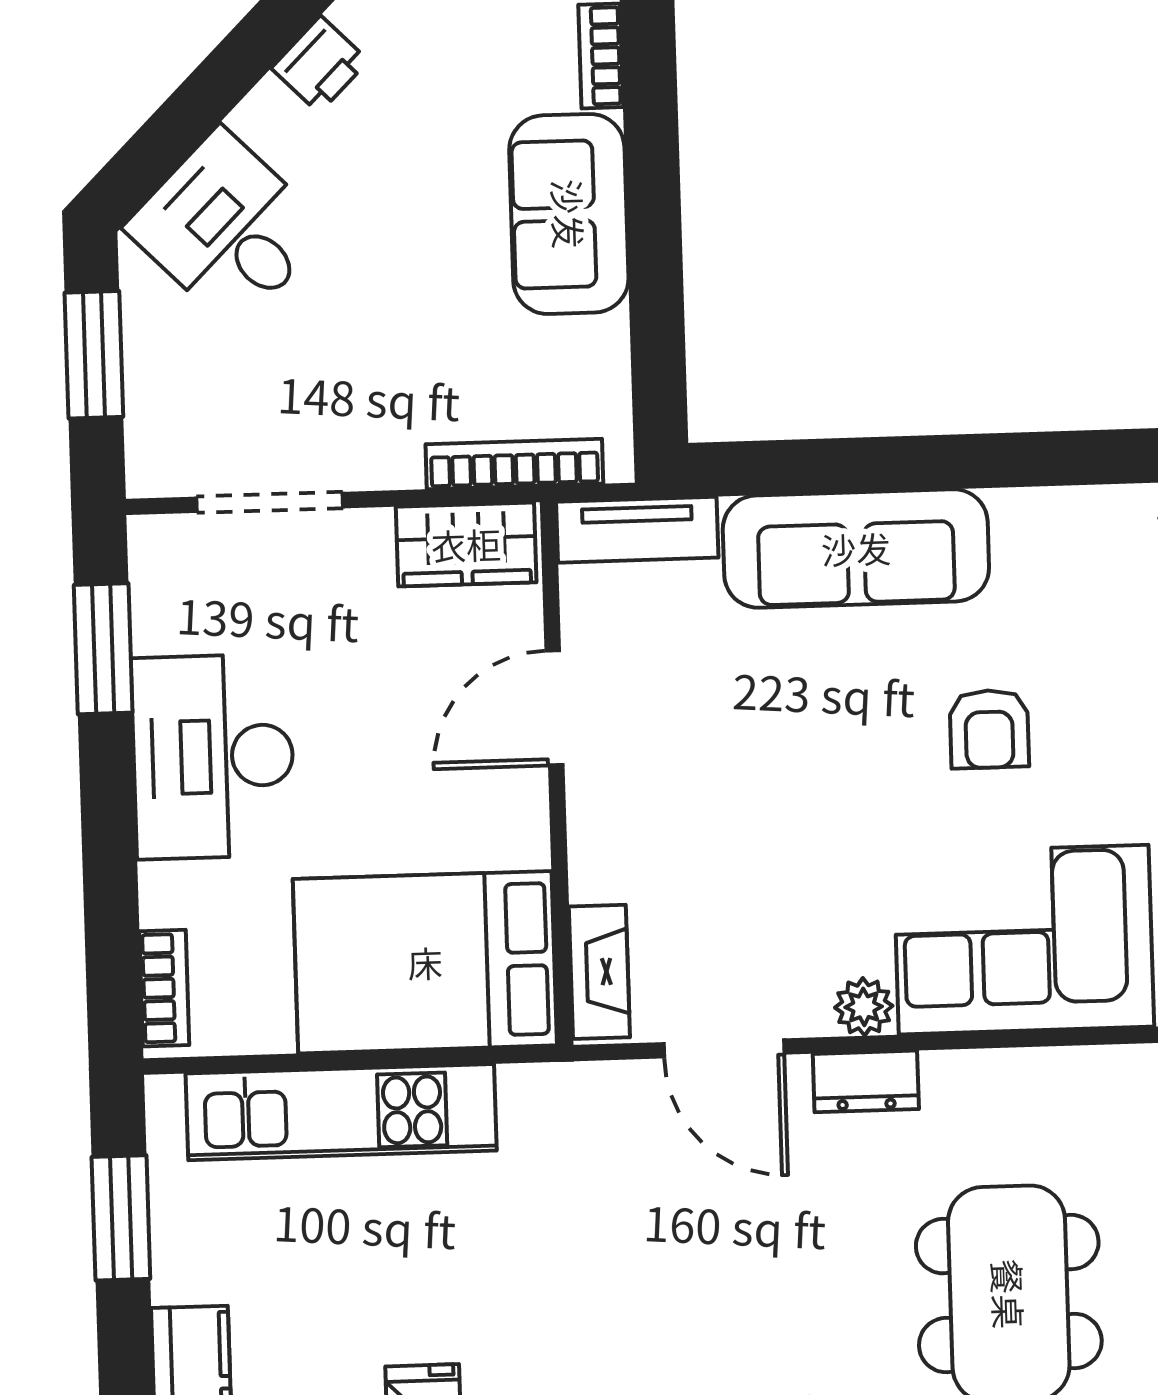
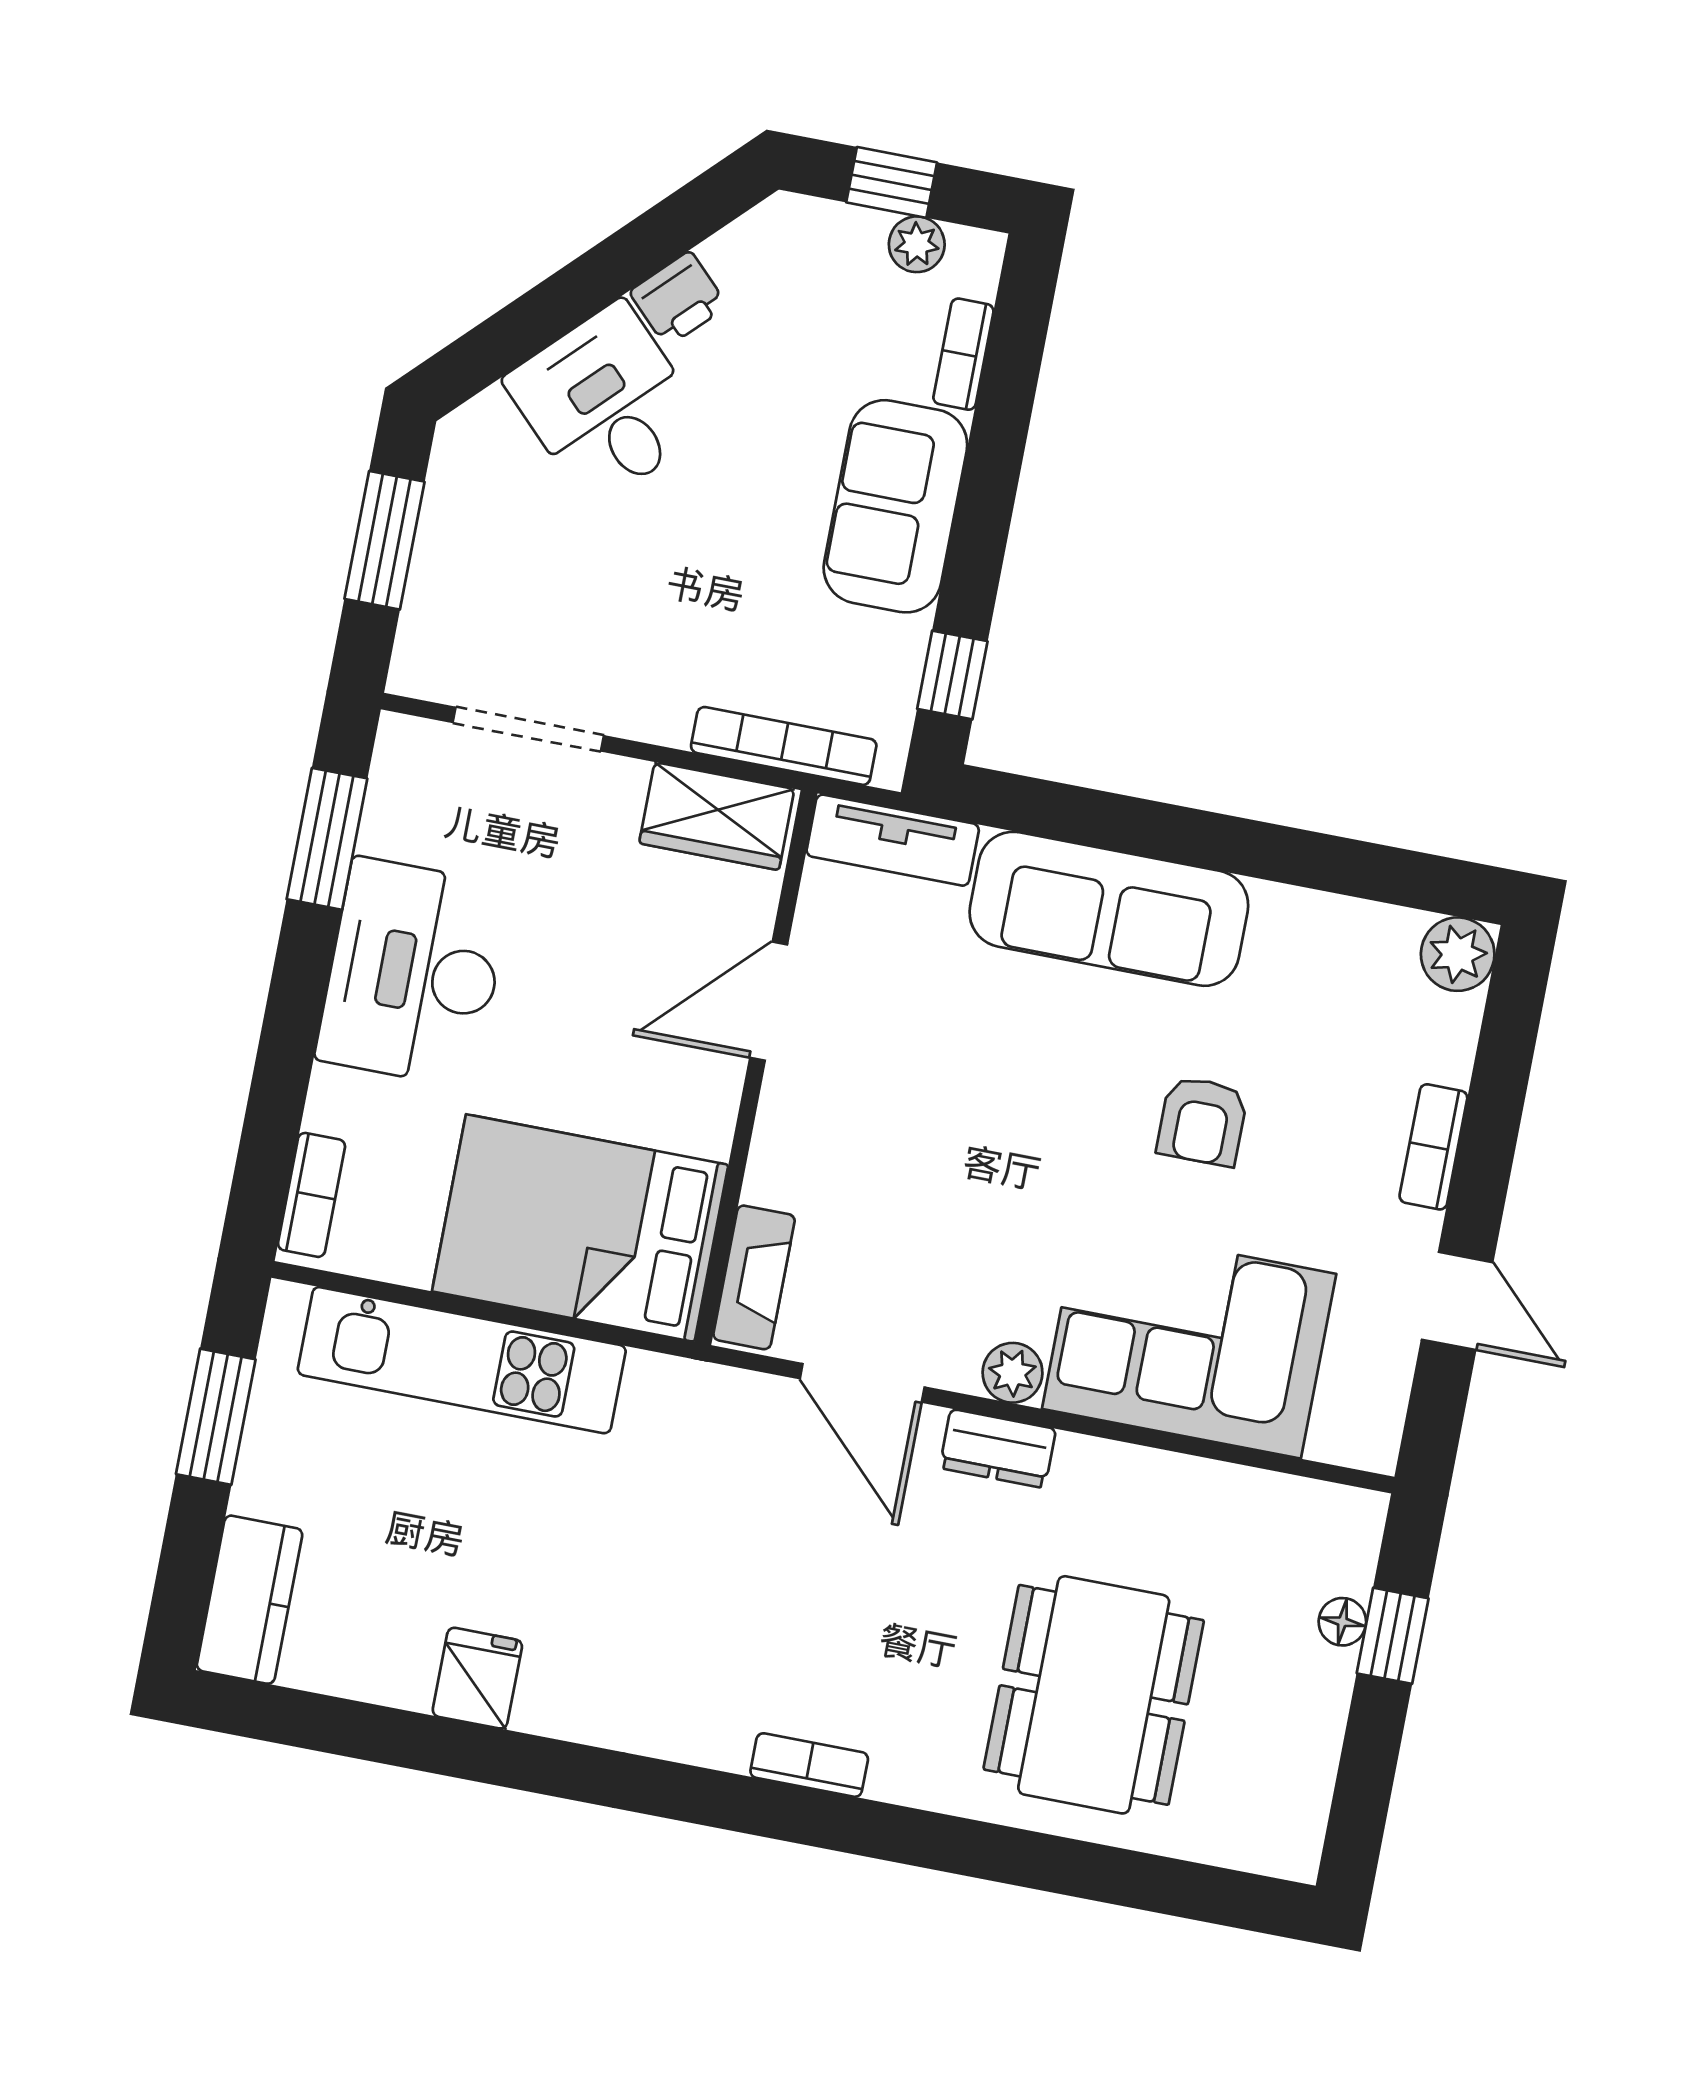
desk: (227, 229) -> (607, 404), moved
window: (658, 361) -> (952, 675), added

